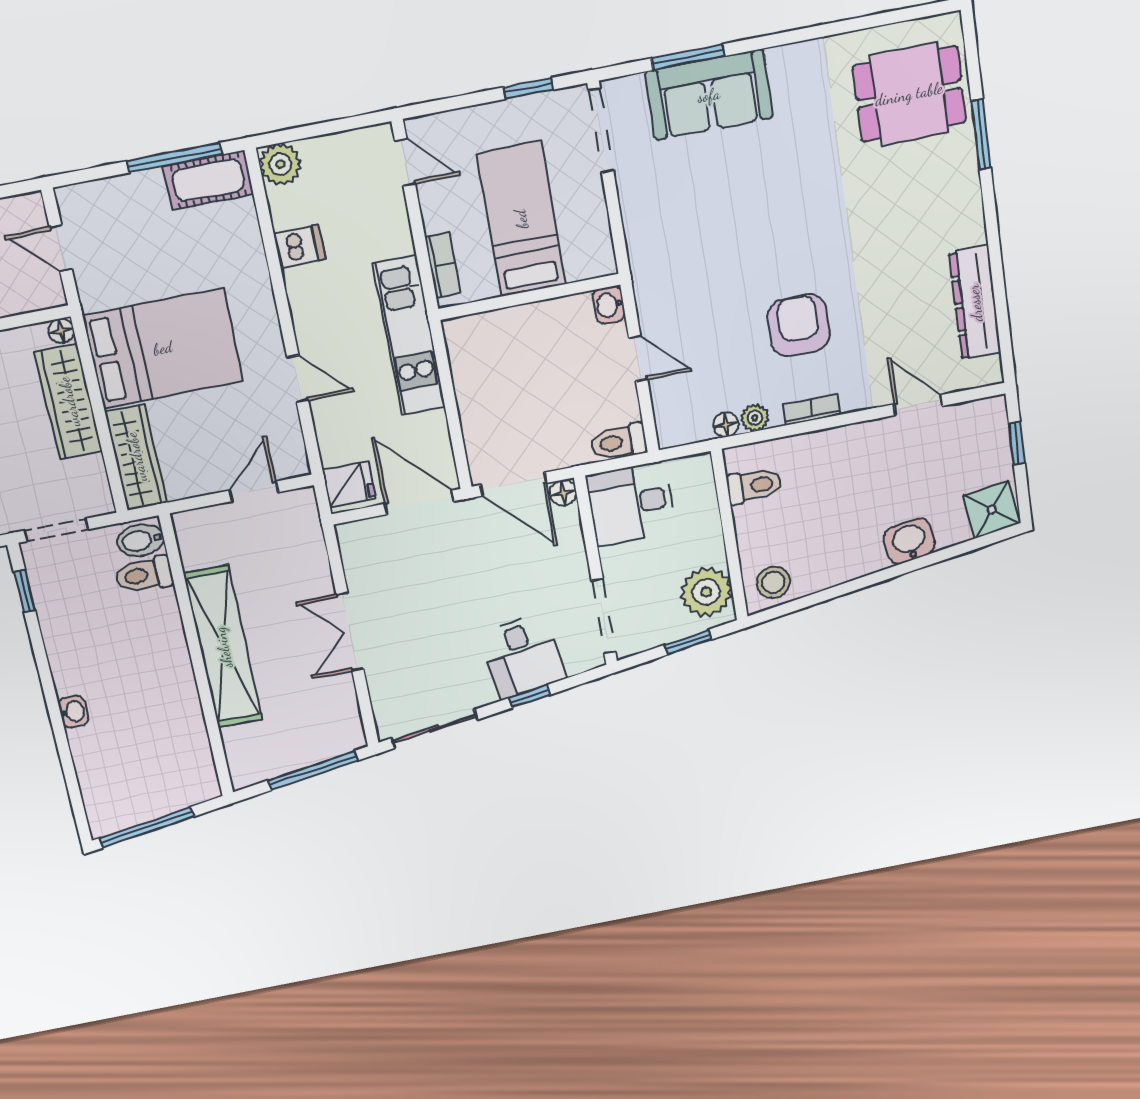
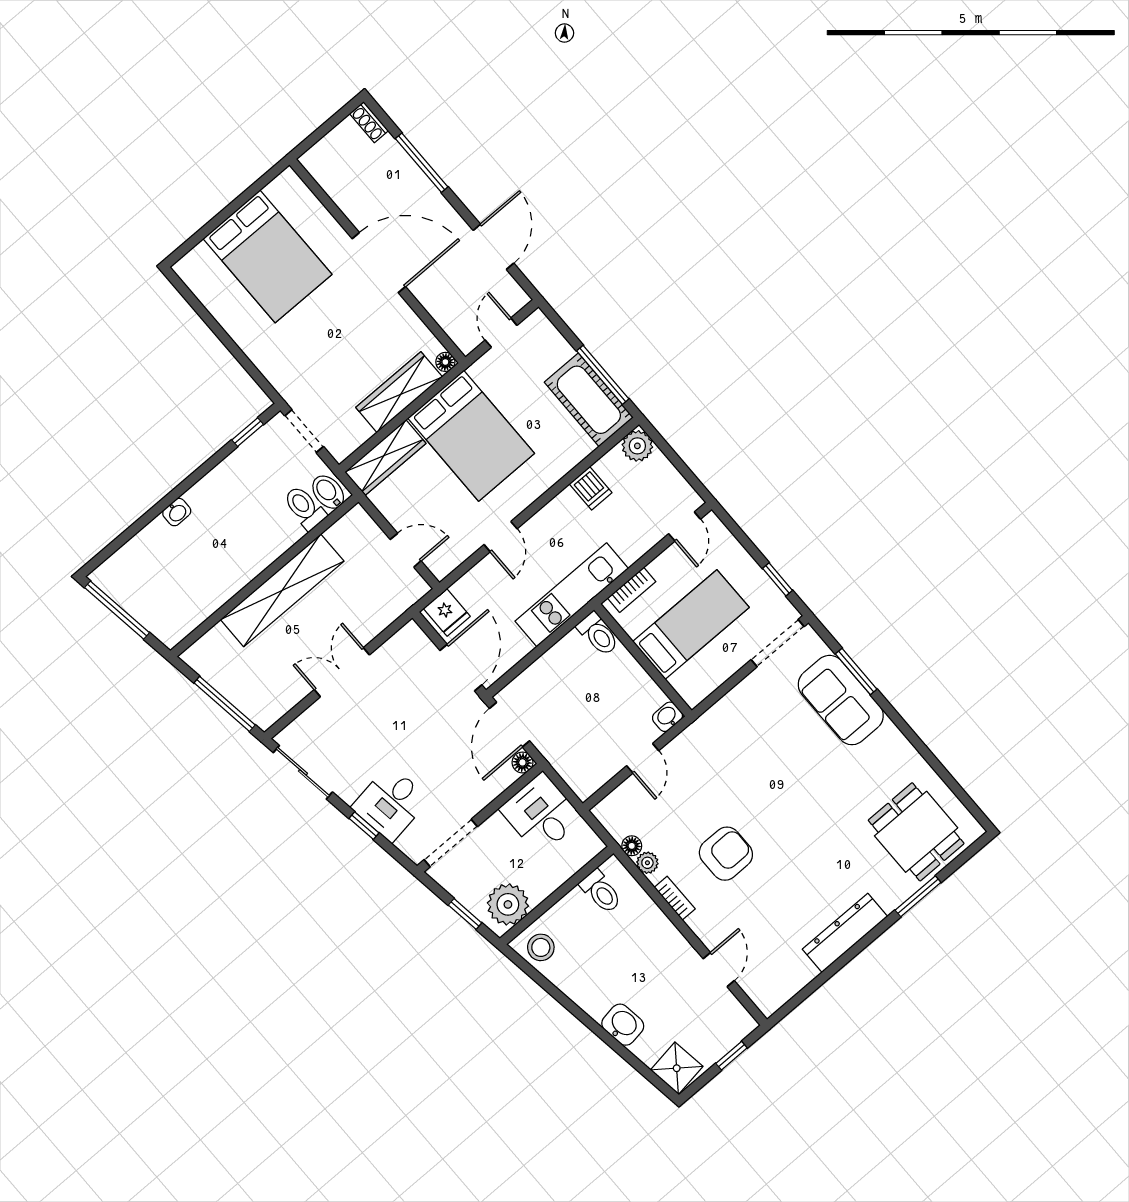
cot: (208, 180) -> (589, 400), width x1.37, depth x1.34
dresser: (975, 303) -> (845, 933), moved
toilet: (619, 442) -> (598, 634), moved, turned 180

